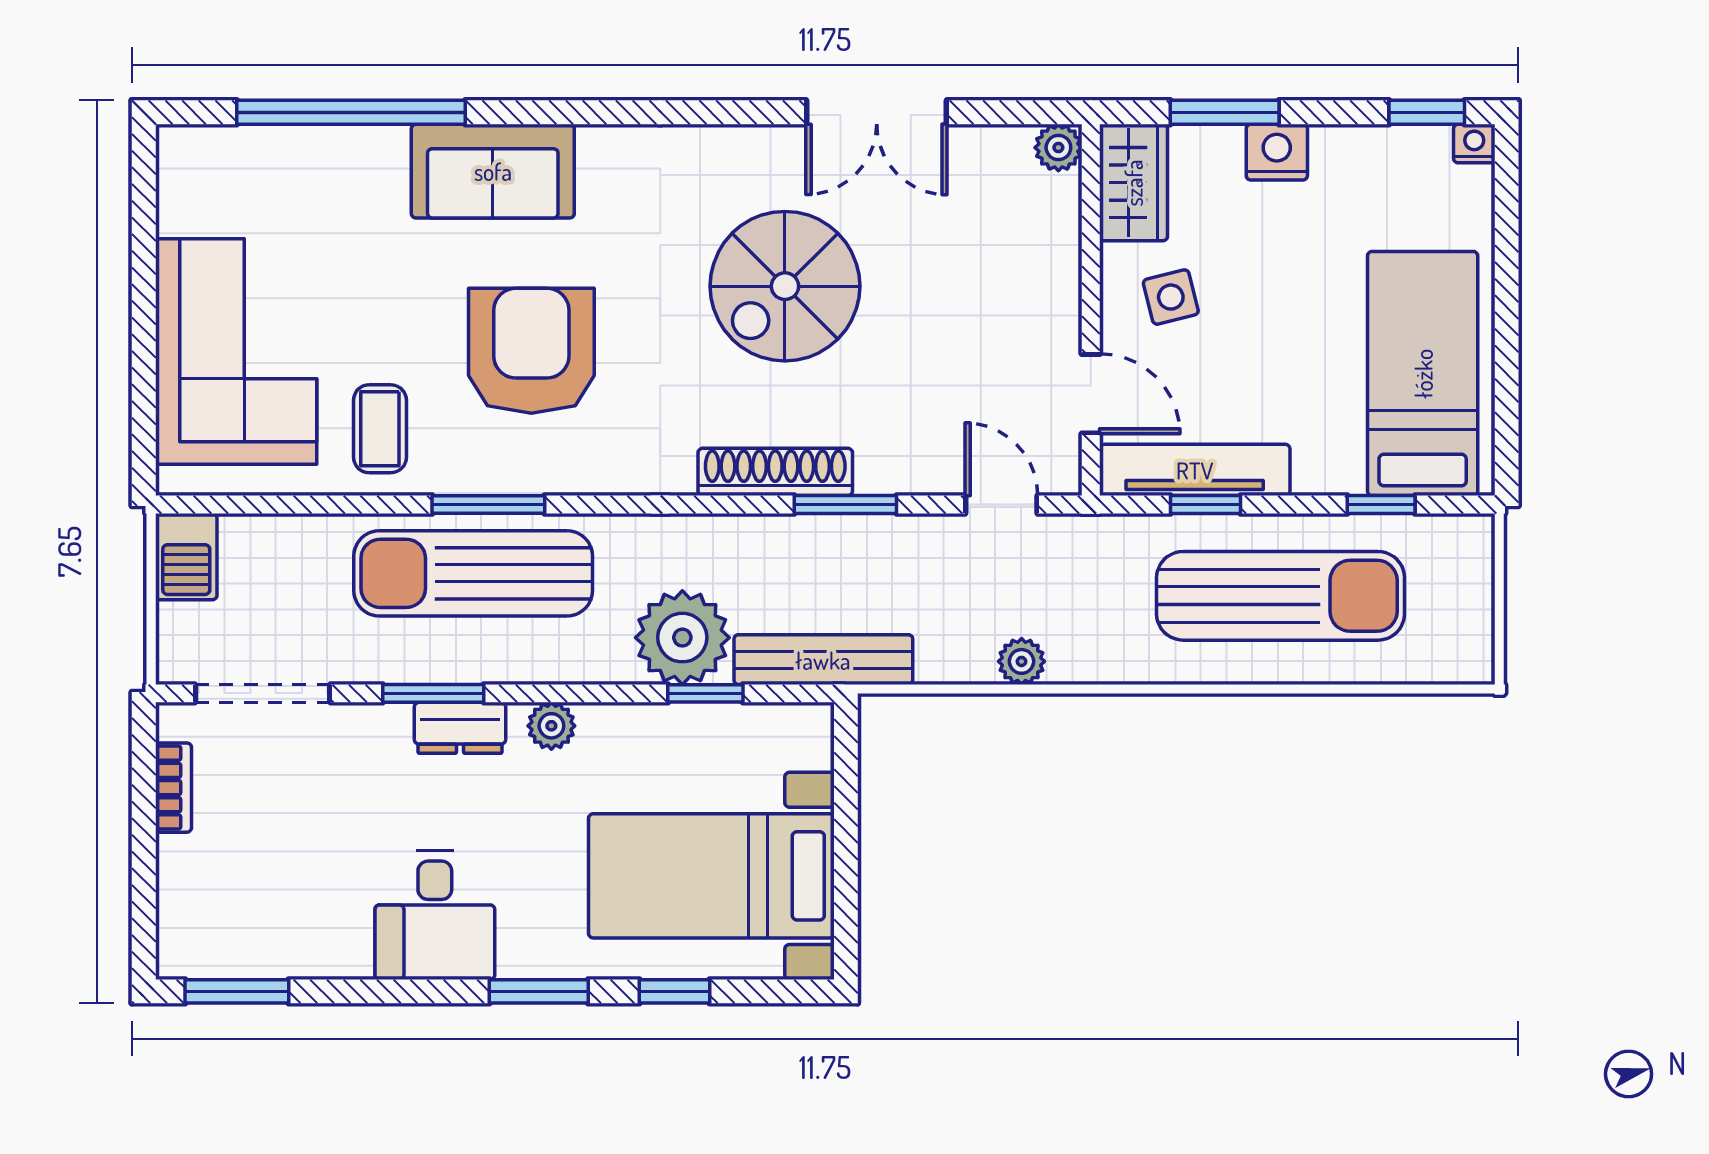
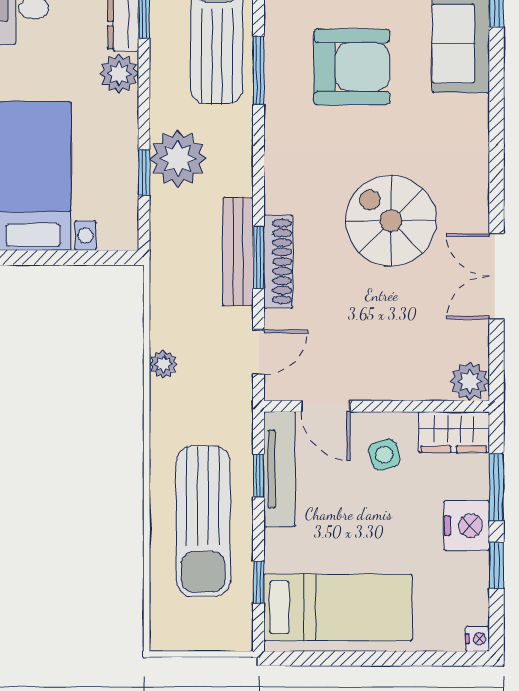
window: (1427, 112) -> (496, 566), moved
plant: (1058, 148) -> (470, 381), width x1.38, depth x1.38
nightstand: (1277, 152) -> (467, 526), width x1.36, depth x1.33
door: (1091, 394) -> (326, 406), hinge flipped
shoe rack: (775, 472) -> (278, 262), moved
window: (488, 505) -> (258, 70), moved
bench: (823, 660) -> (238, 252), moved
plant: (551, 726) -> (119, 74), width x1.38, depth x1.38

